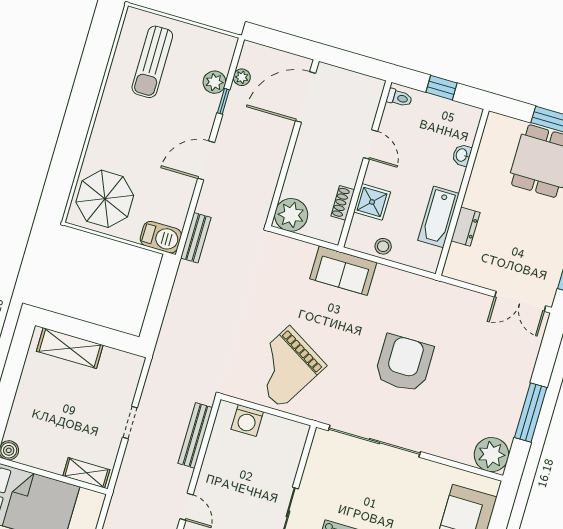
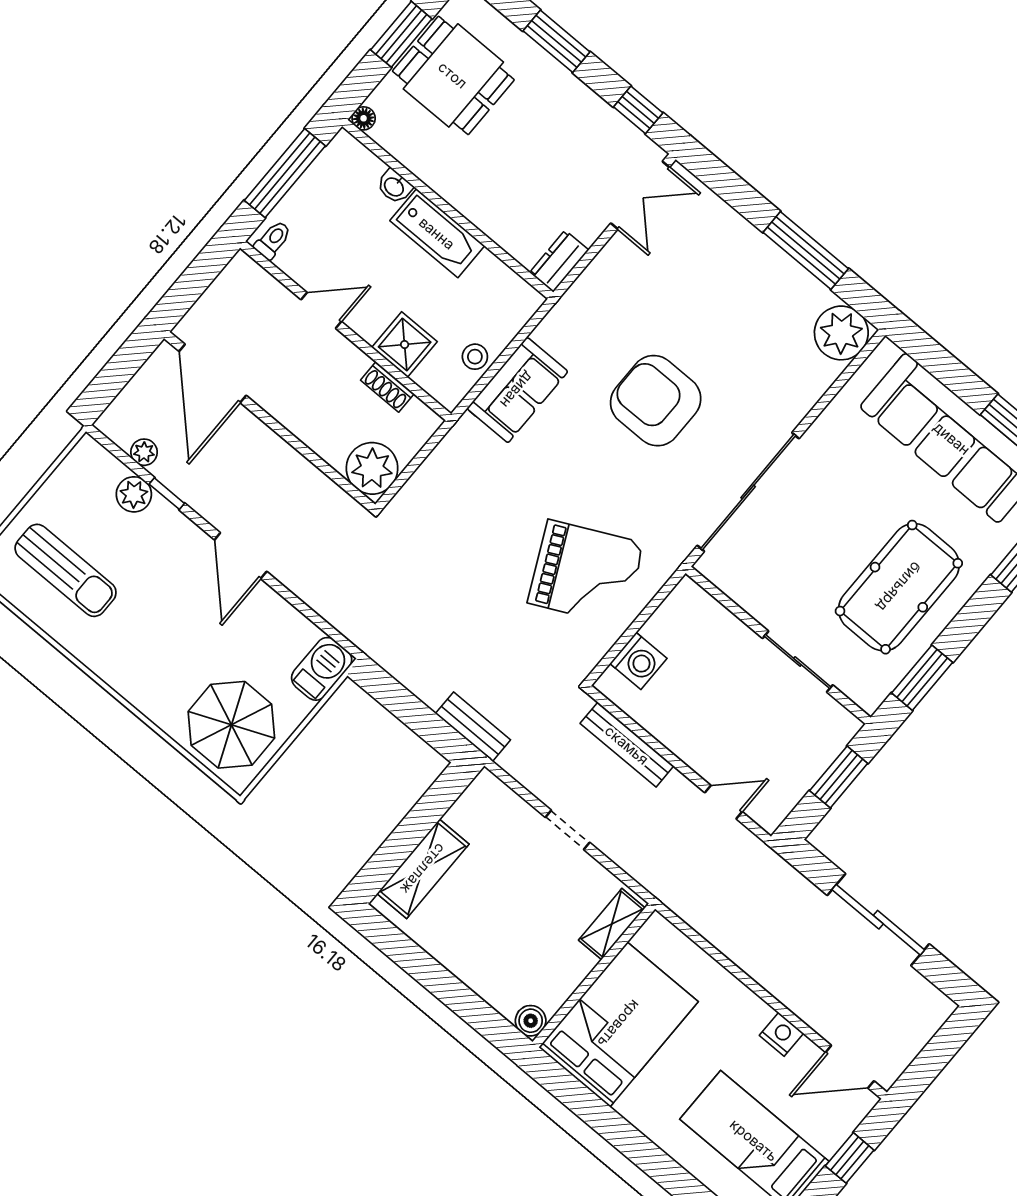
window: (441, 88) -> (285, 173), width x2.17
floor lamp: (494, 120) -> (364, 118), added
bathtub: (439, 217) -> (437, 233), moved
dresser: (465, 227) -> (559, 261), moved, turned -90
bench: (196, 238) -> (473, 727), moved
sofa: (343, 271) -> (517, 390), moved
grand piano: (285, 367) -> (586, 573), turned -57

